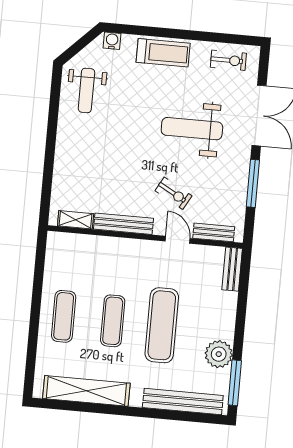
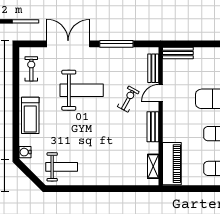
treadmill: (163, 53) -> (30, 115), turned 180
weight bench: (192, 129) -> (82, 90), turned -90
bench: (124, 224) -> (153, 127), width x0.73
piano: (77, 246) -> (172, 164), added

